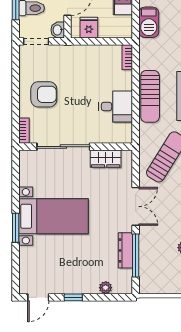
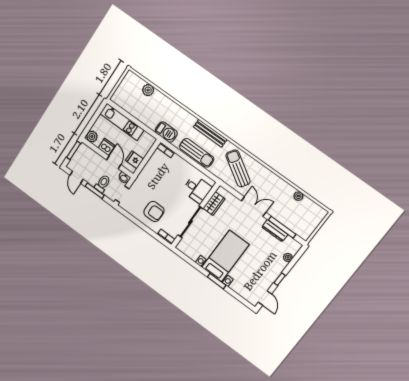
barbecue: (149, 22) -> (166, 132), moved
armchair: (44, 94) -> (154, 211), turned 90
desk: (116, 106) -> (197, 189), moved, turned 90

